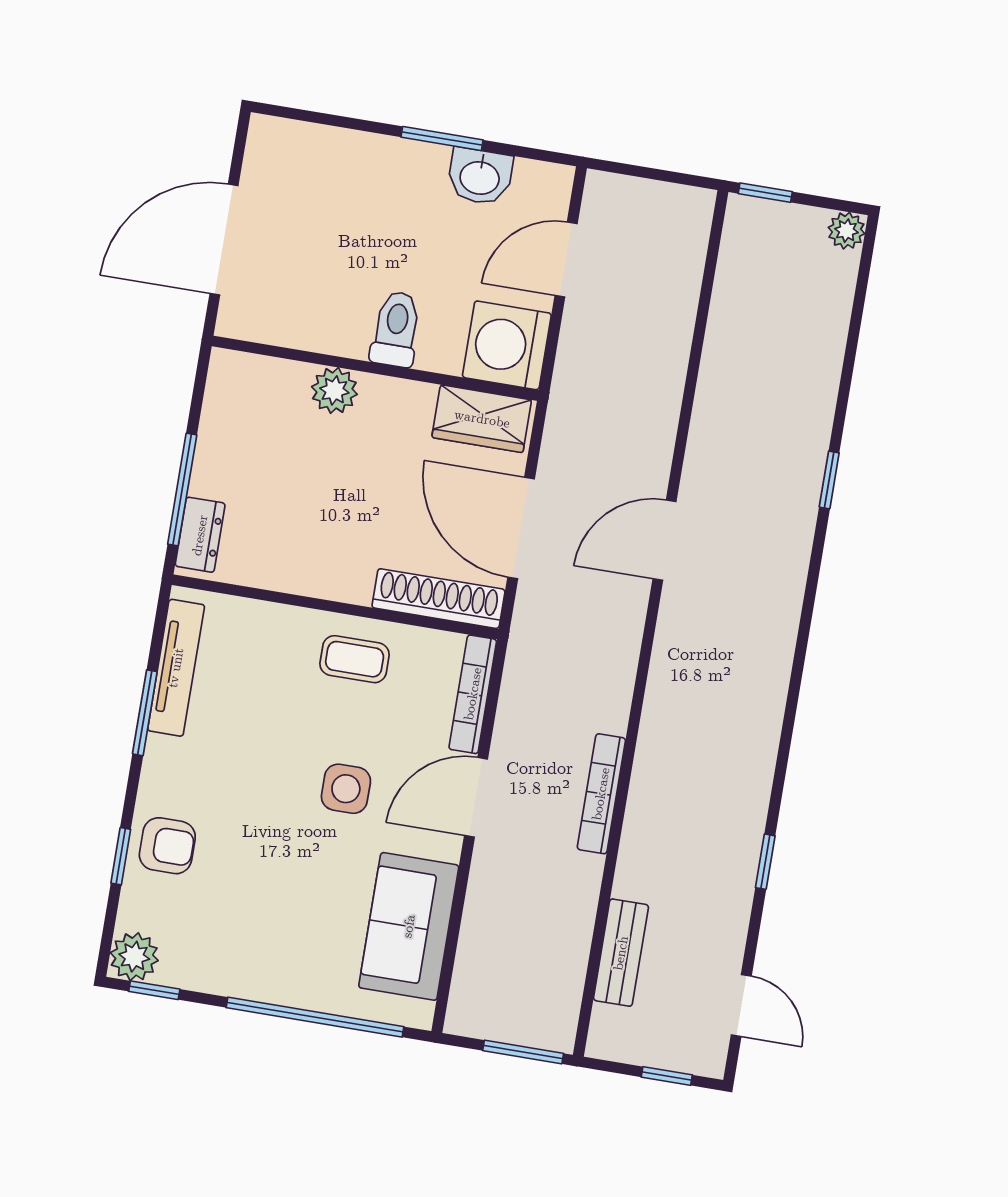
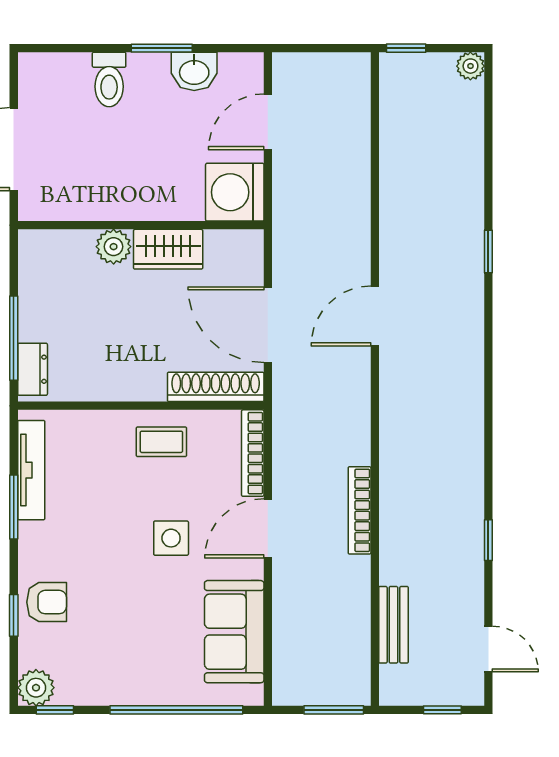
toilet: (396, 329) -> (109, 79), moved, turned 180
wardrobe: (482, 419) -> (168, 249), moved

